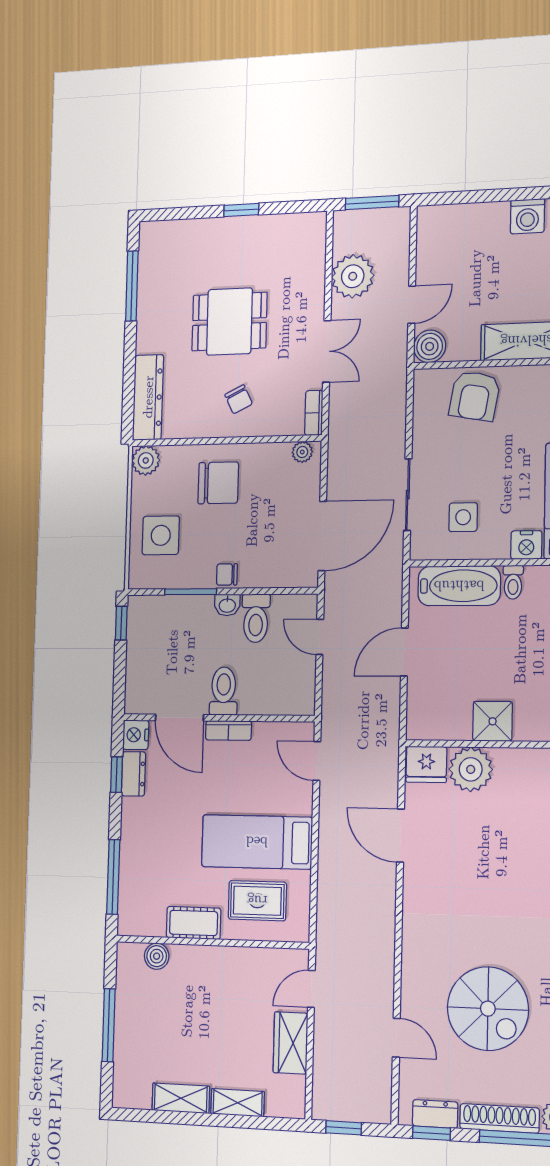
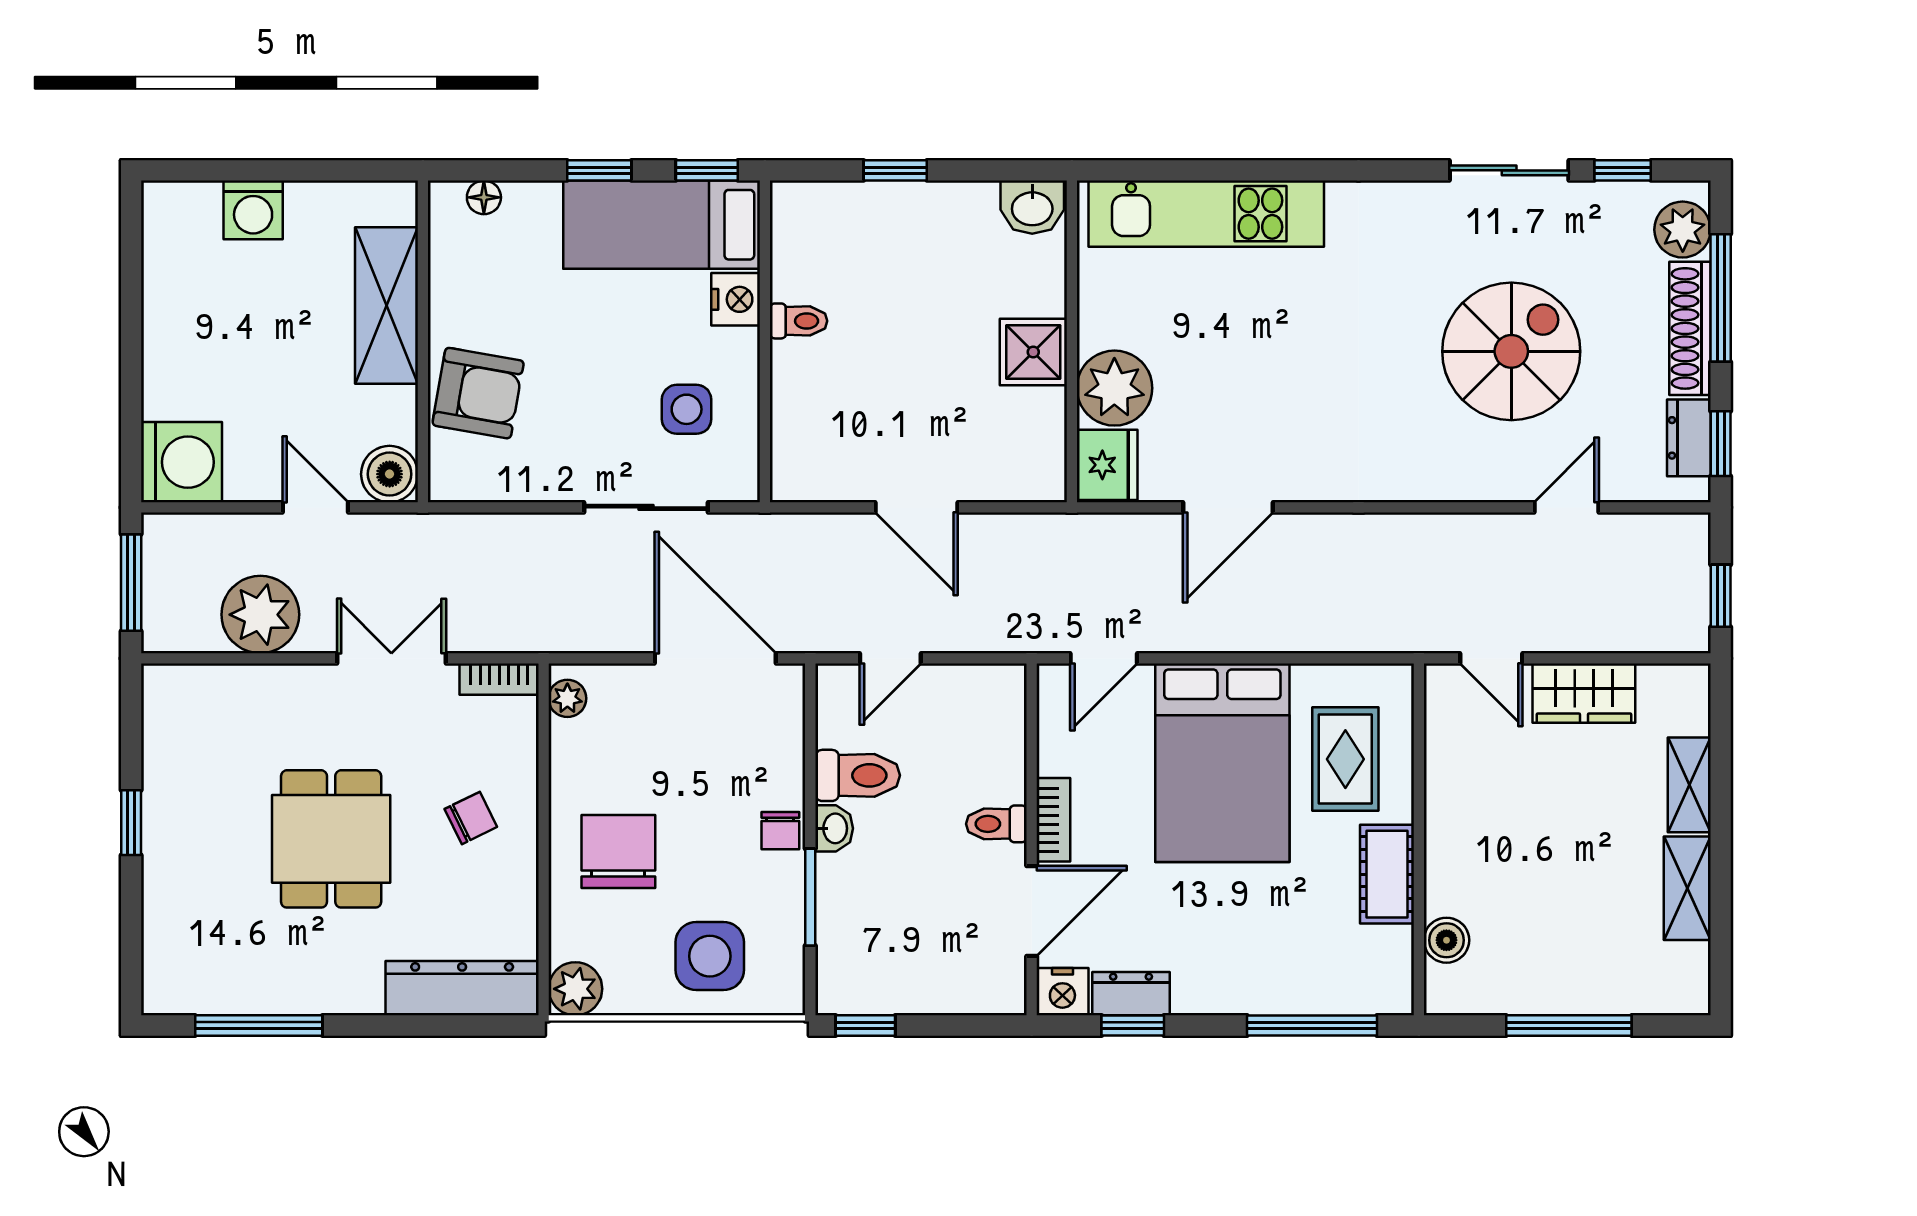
washing machine: (527, 216) -> (181, 462), moved, width x1.37, depth x1.37
bathtub: (459, 586) -> (804, 414), removed
toilet: (224, 691) -> (996, 824), width x0.73, depth x0.72
bed: (257, 842) -> (1222, 763), width x1.50

